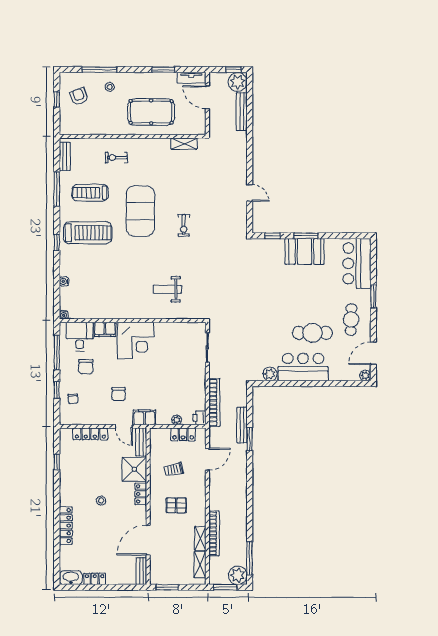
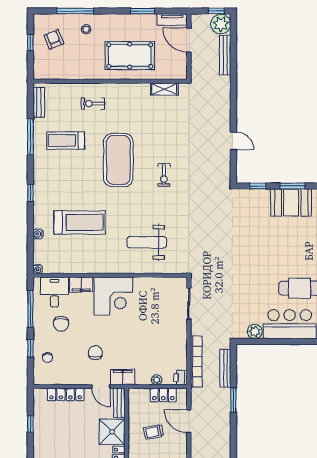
treadmill: (88, 233) -> (80, 222), moved
weight bench: (167, 289) -> (147, 242), width x1.36, depth x1.33
chair: (119, 394) -> (95, 353), turned 180
bench: (242, 425) -> (225, 368), moved
door: (207, 459) -> (189, 421), swing flipped

